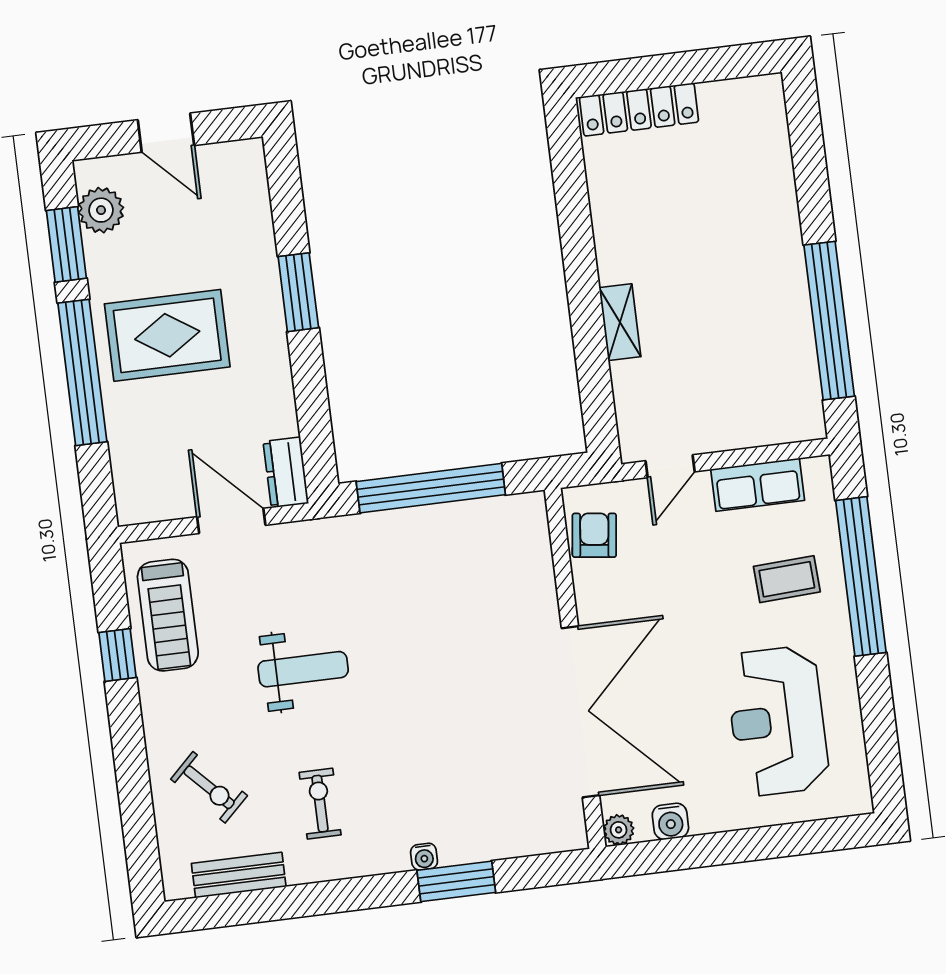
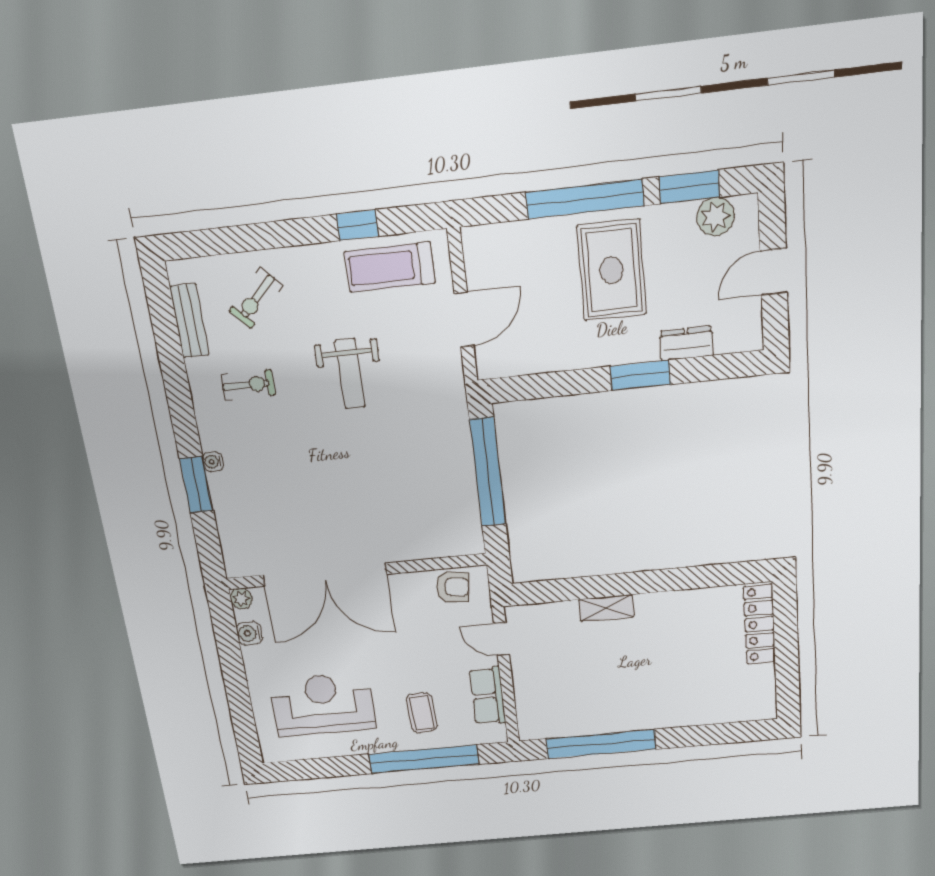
dresser: (286, 472) -> (686, 343), moved

